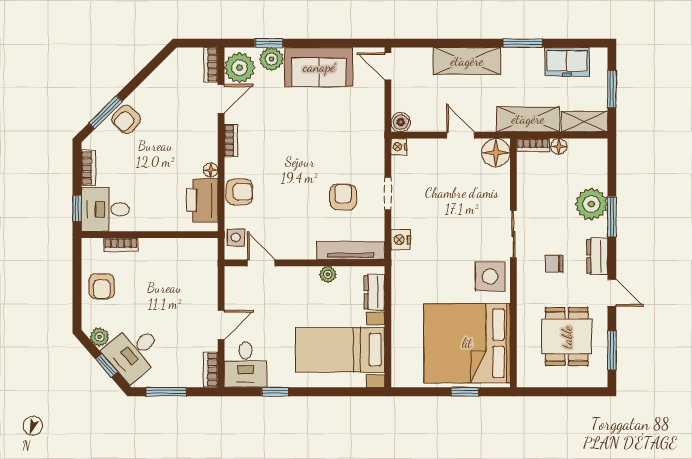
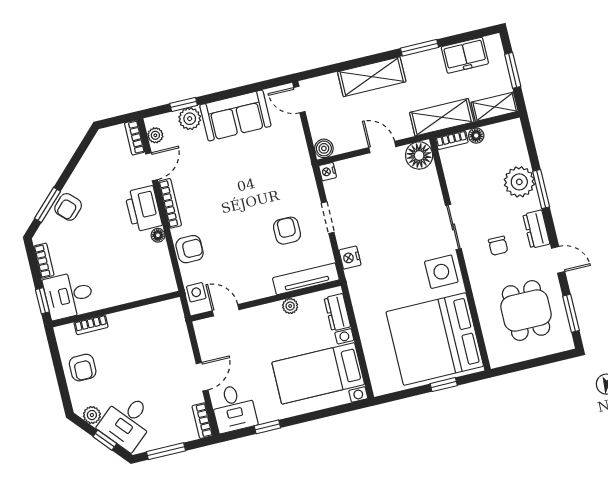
plant: (240, 68) -> (155, 135), width x0.53, depth x0.53
bookcase: (231, 141) -> (170, 203), width x1.56
printer: (202, 200) -> (143, 209), moved
chair: (554, 264) -> (498, 246), turned -90

